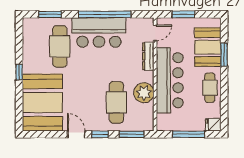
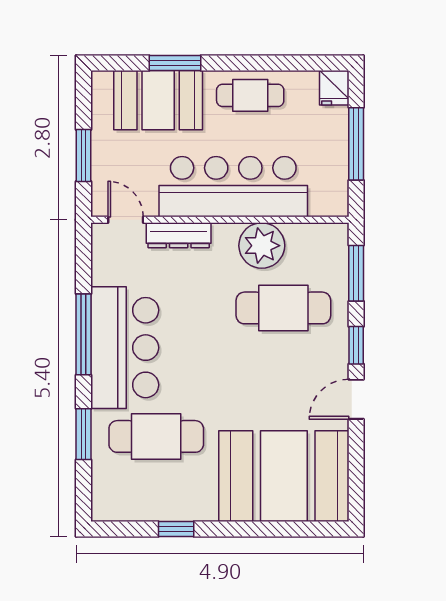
window: (50, 14) -> (84, 434), moved
window: (105, 14) -> (84, 334), width x0.68
window: (19, 72) -> (176, 529), moved

